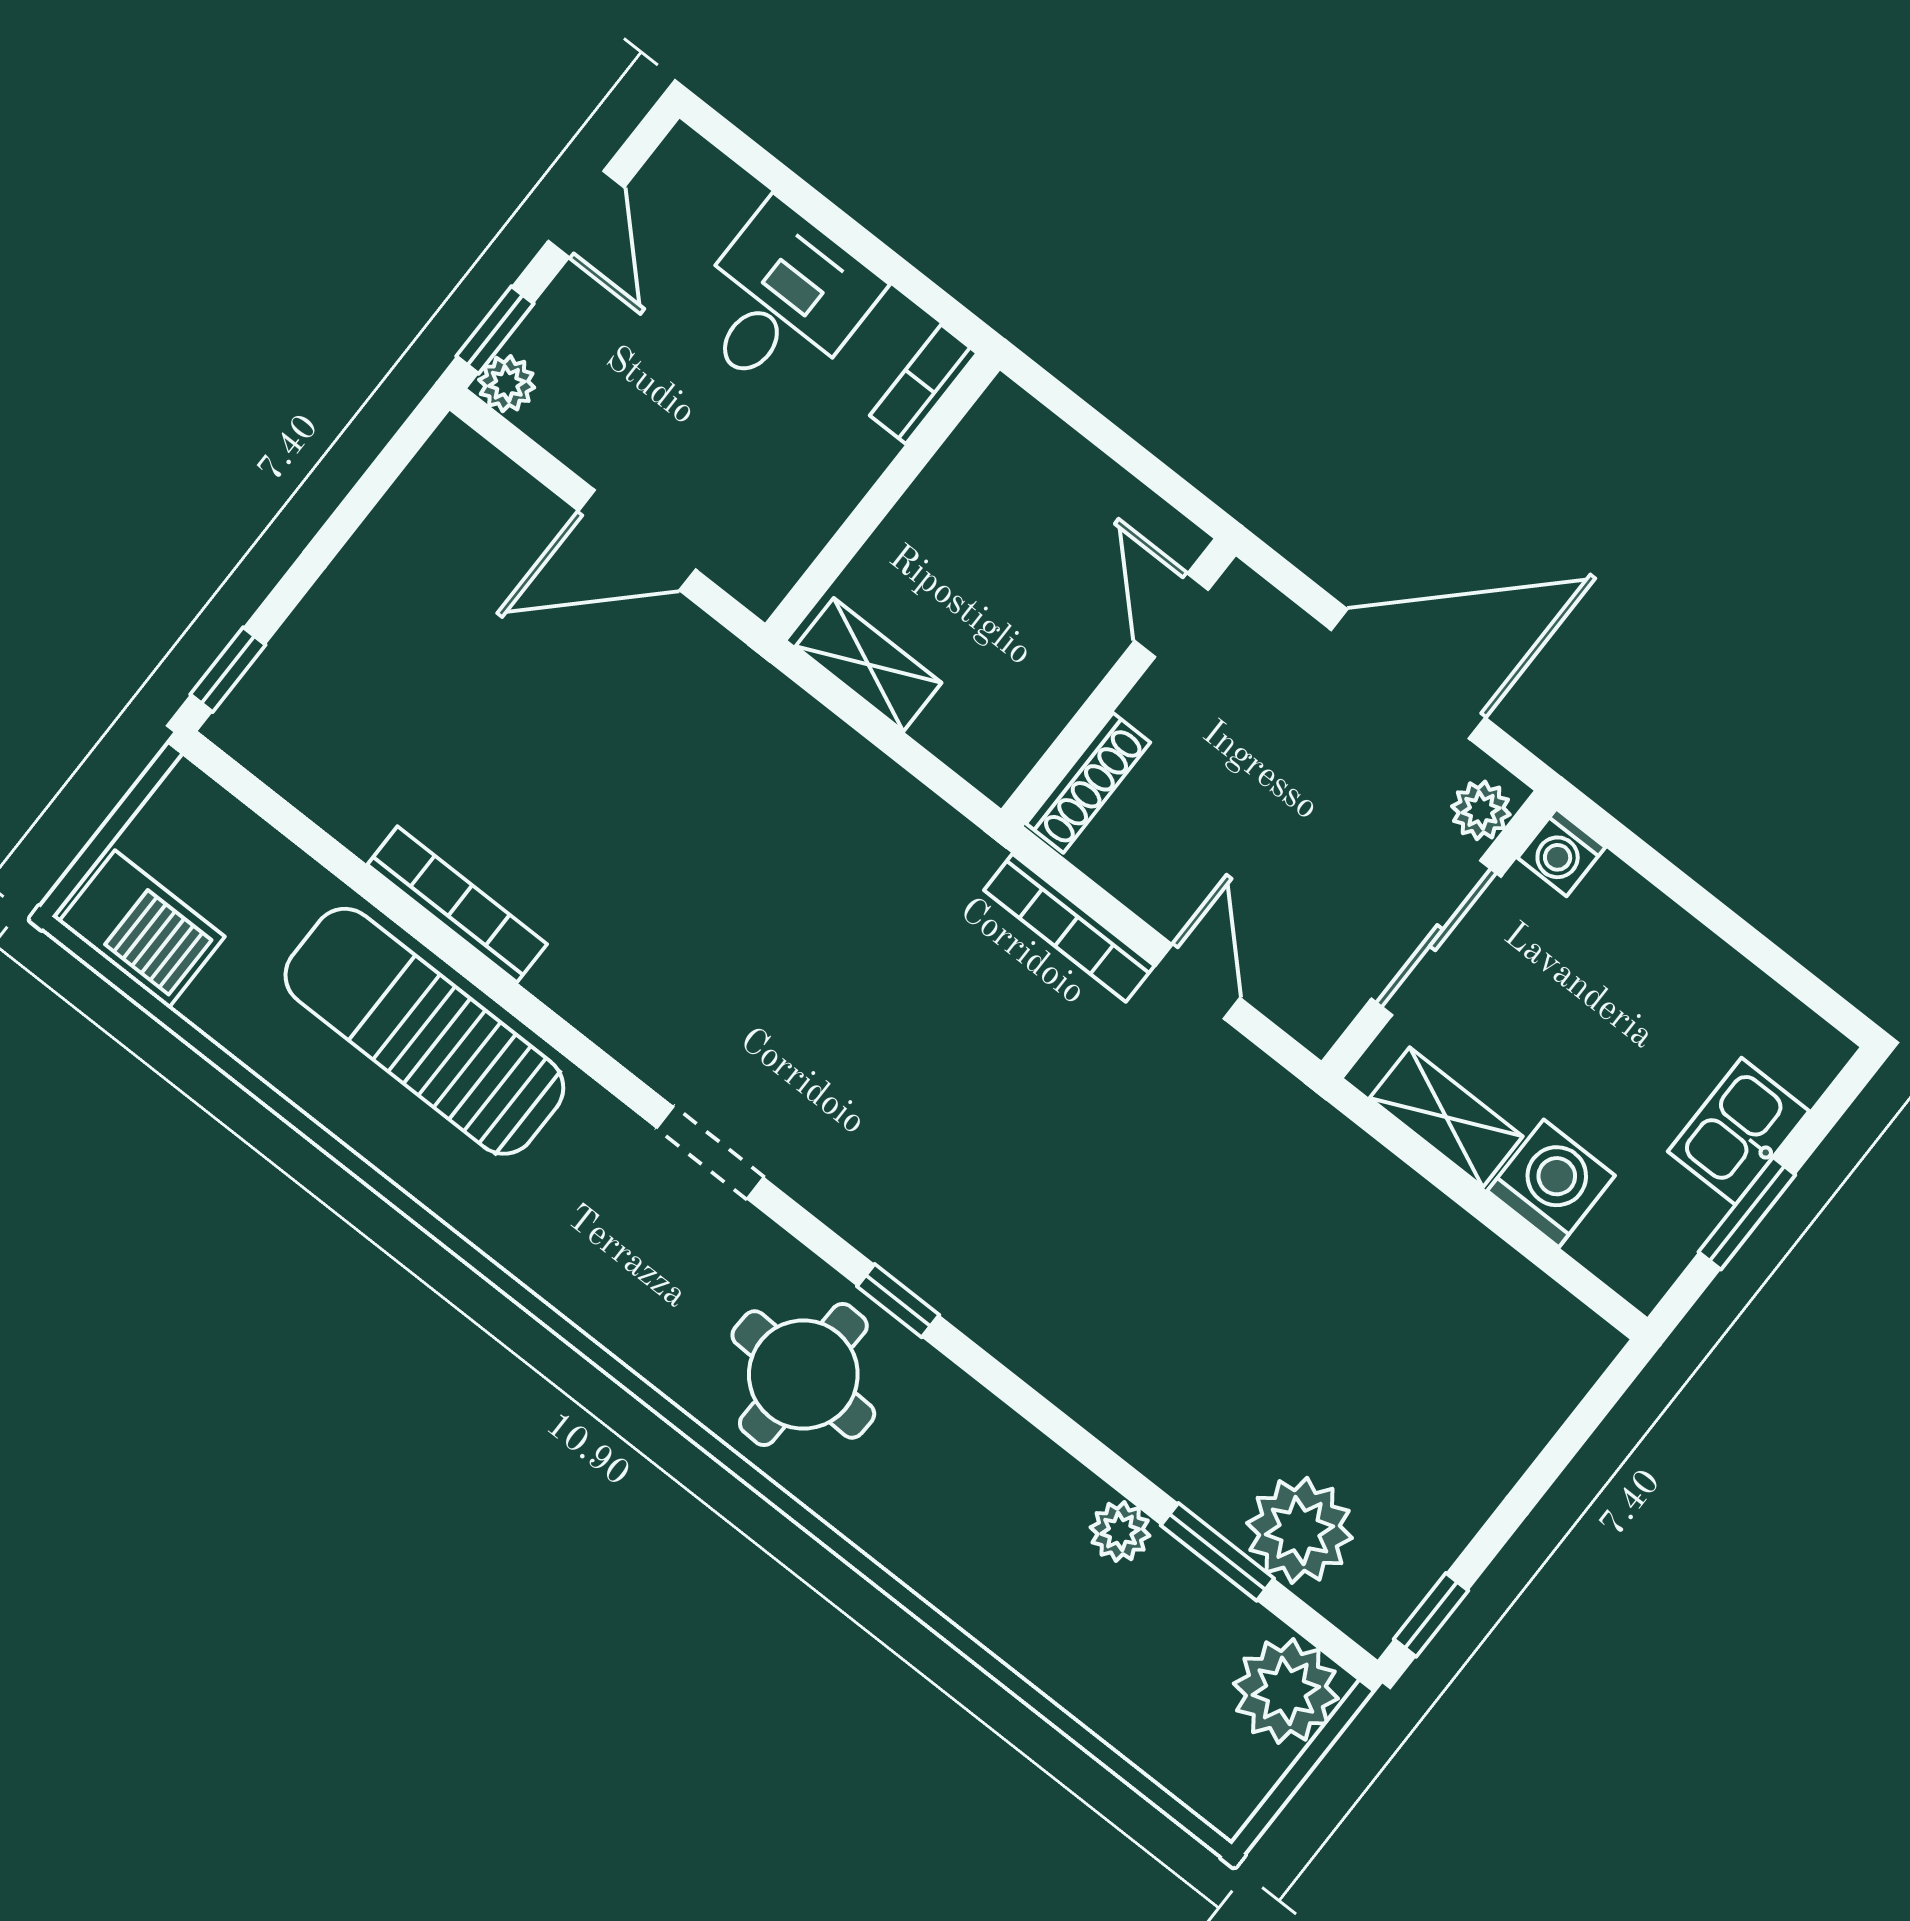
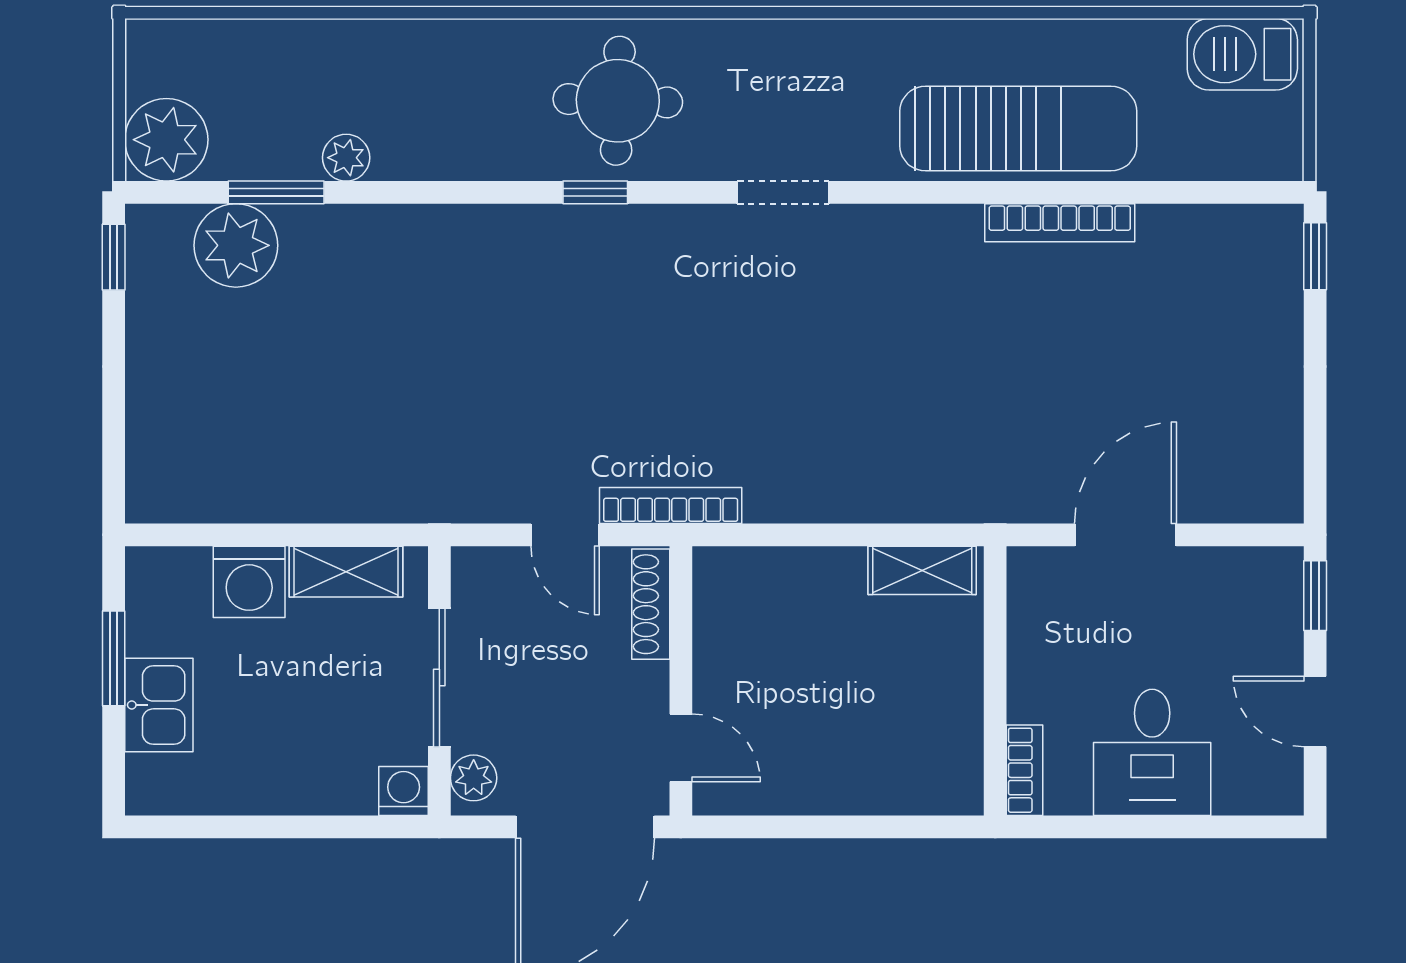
plant: (507, 384) -> (1282, 568), removed
door: (1171, 615) -> (681, 748), moved
wall: (1119, 682) -> (681, 681), moved
shoe rack: (1088, 783) -> (651, 604), moved

